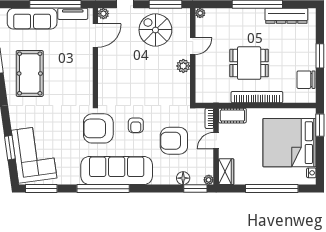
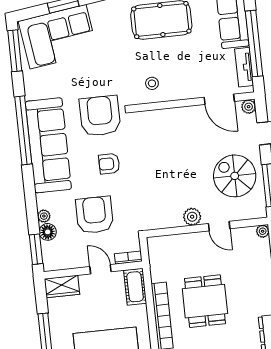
spiral stairs: (155, 30) -> (235, 176), turned -90
stool: (78, 86) -> (152, 83), added
plant: (209, 180) -> (44, 216), moved

